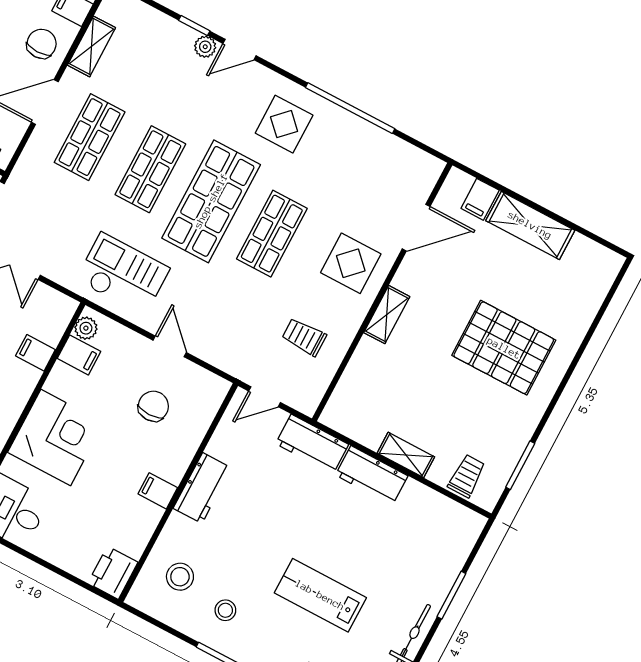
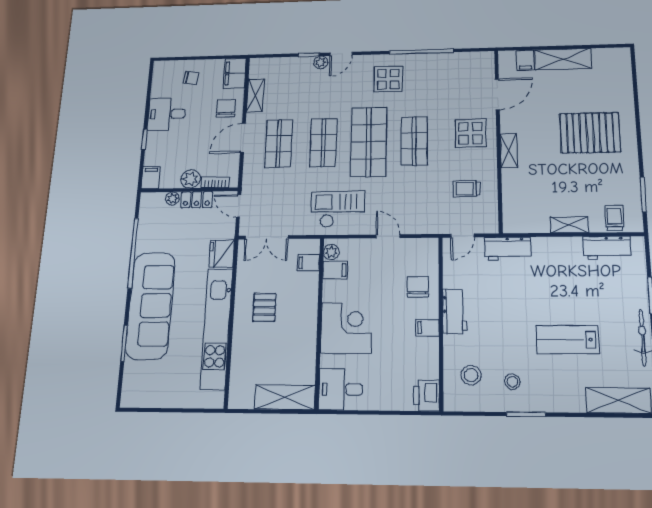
filing cabinet: (35, 353) -> (308, 263), moved
chair: (153, 406) -> (418, 287), moved
workbench: (372, 475) -> (607, 248), moved

